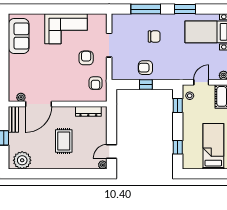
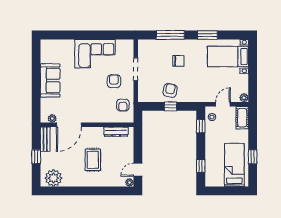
sofa: (19, 36) -> (50, 80), moved
armchair: (145, 68) -> (170, 90), turned 101

